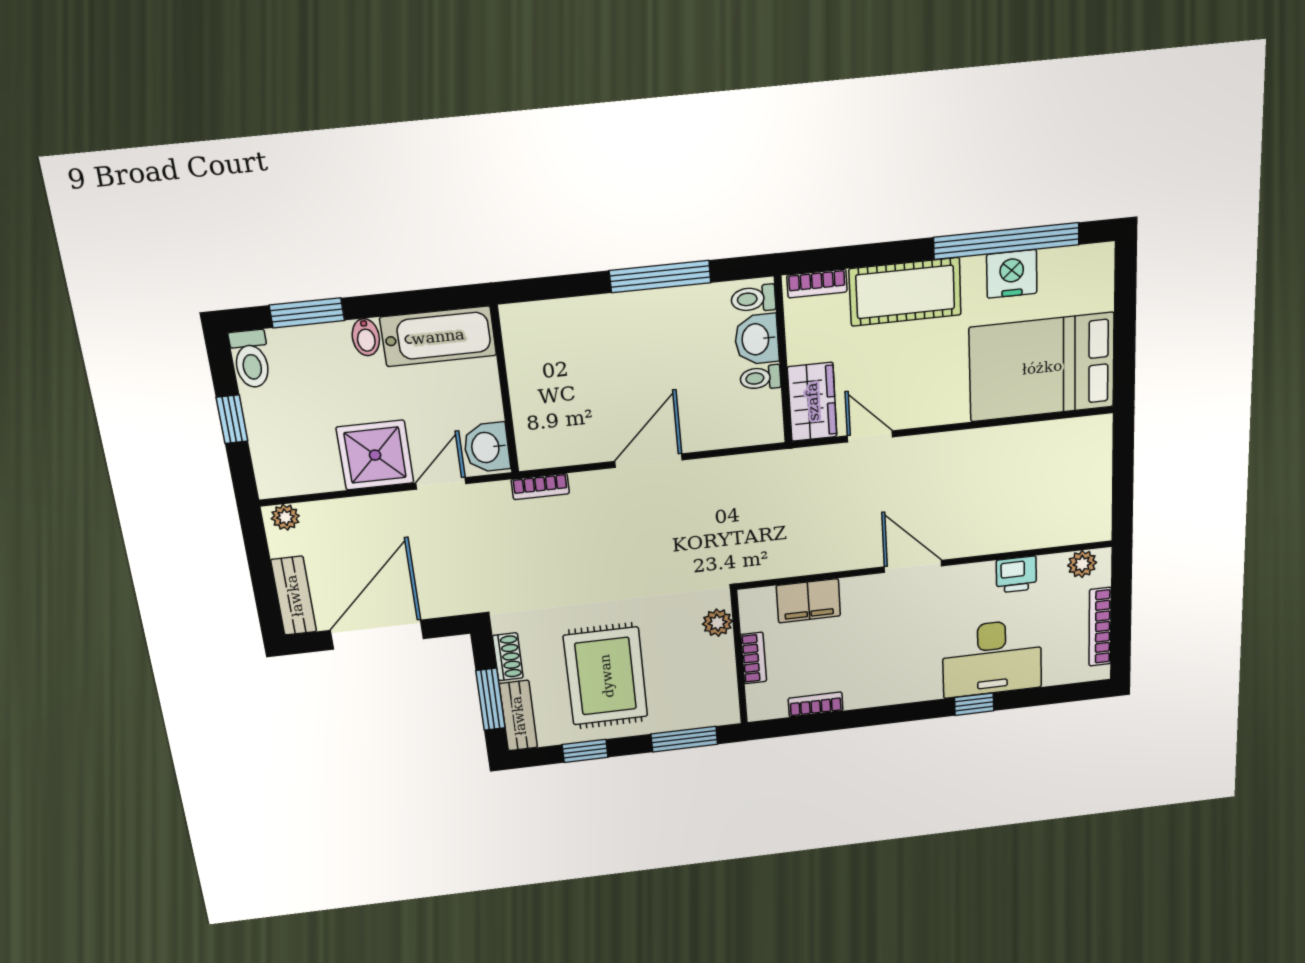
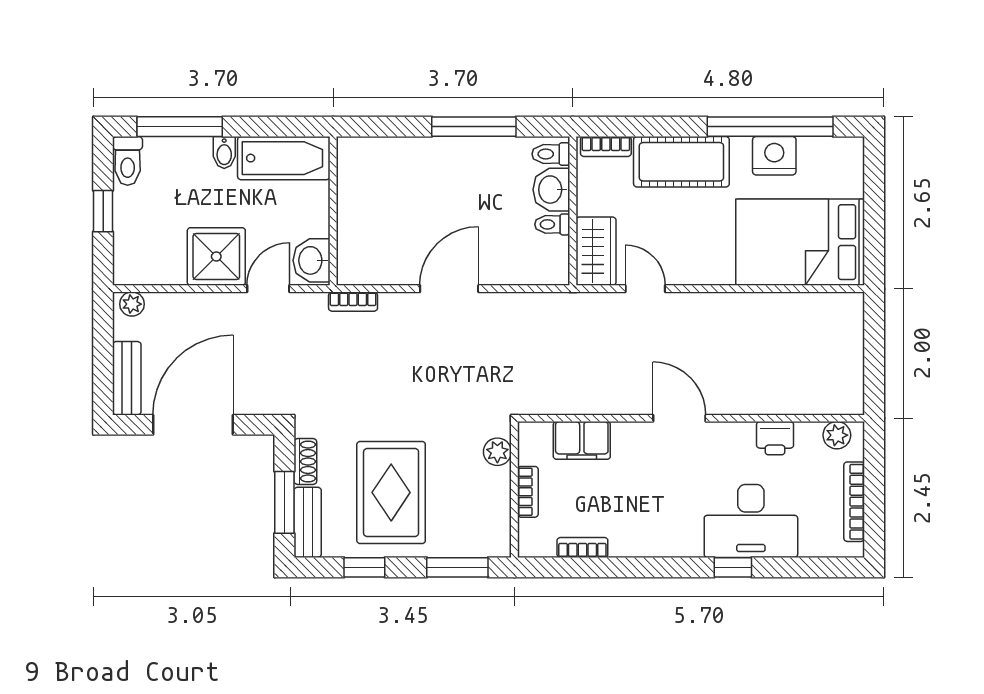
window: (307, 313) -> (180, 127), width x1.44

